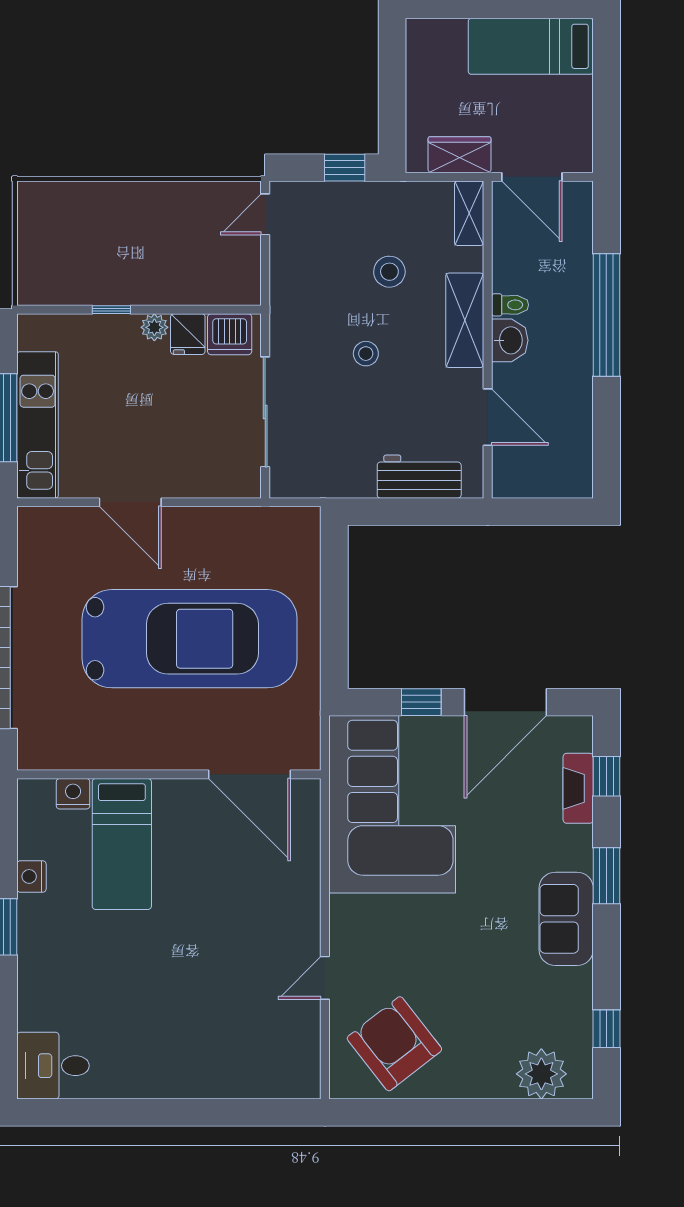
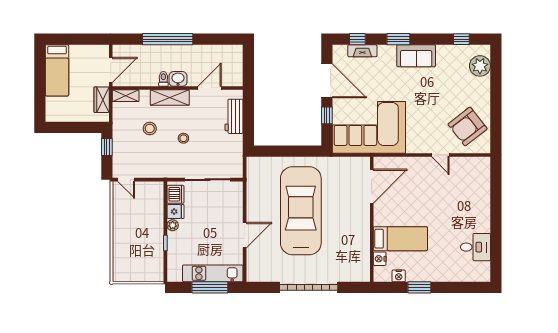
wall: (169, 774) -> (372, 219), moved
door: (250, 774) -> (372, 186), moved
nightstand: (73, 794) -> (380, 259), moved
bed: (122, 844) -> (400, 239), moved
desk: (53, 1066) -> (475, 247), moved, turned -90

